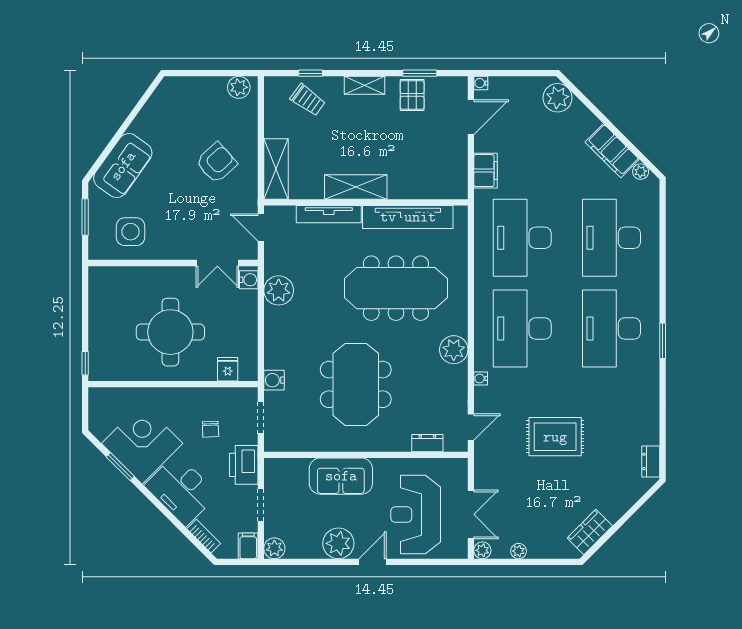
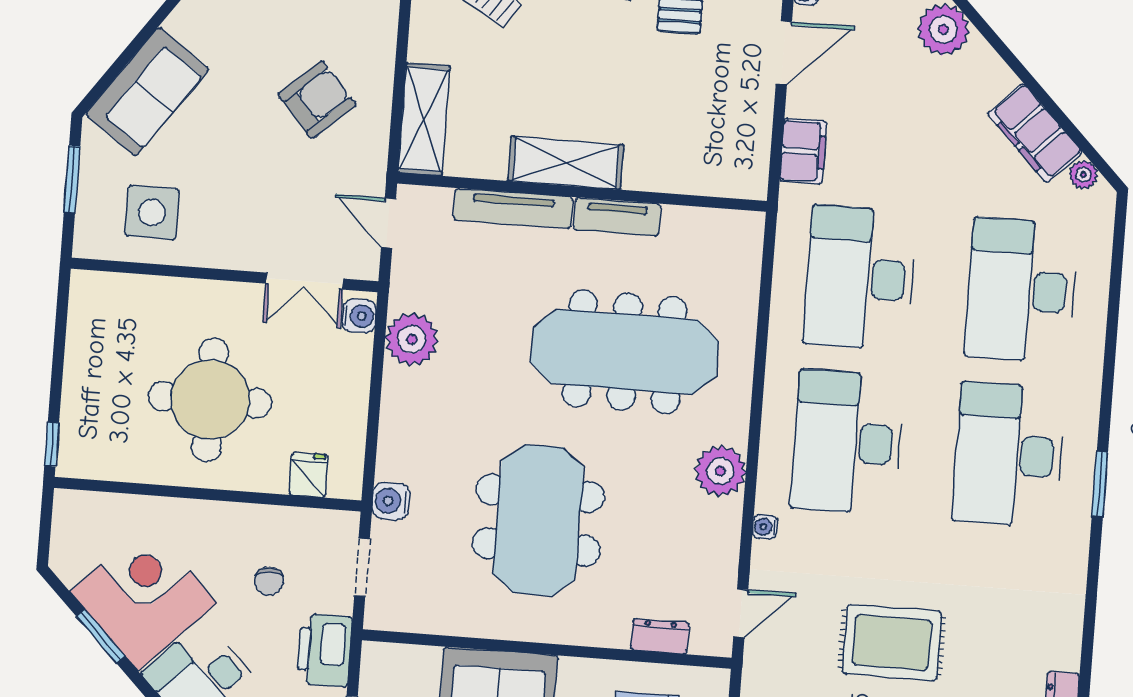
tv unit: (408, 217) -> (617, 217), width x0.52, depth x0.78

